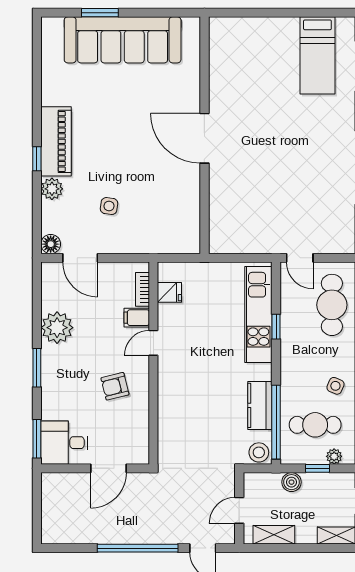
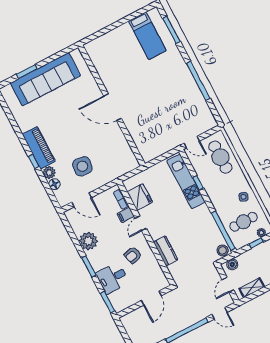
side table: (109, 206) -> (82, 166), width x1.87, depth x1.87
floor lamp: (51, 244) -> (54, 184), moved
fridge: (169, 292) -> (140, 197), width x1.88, depth x1.34
kitchen counter: (260, 405) -> (166, 251), moved, turned 180
desk: (64, 443) -> (112, 278), moved
boiler: (292, 482) -> (232, 264), moved

